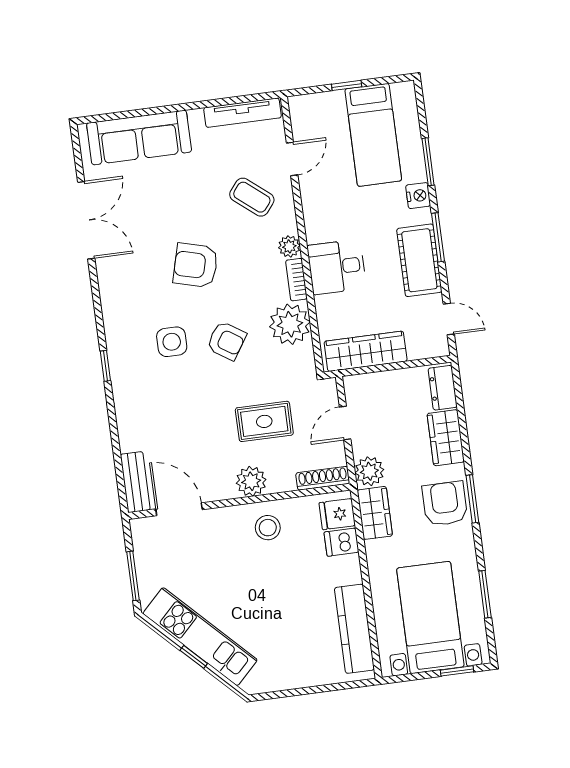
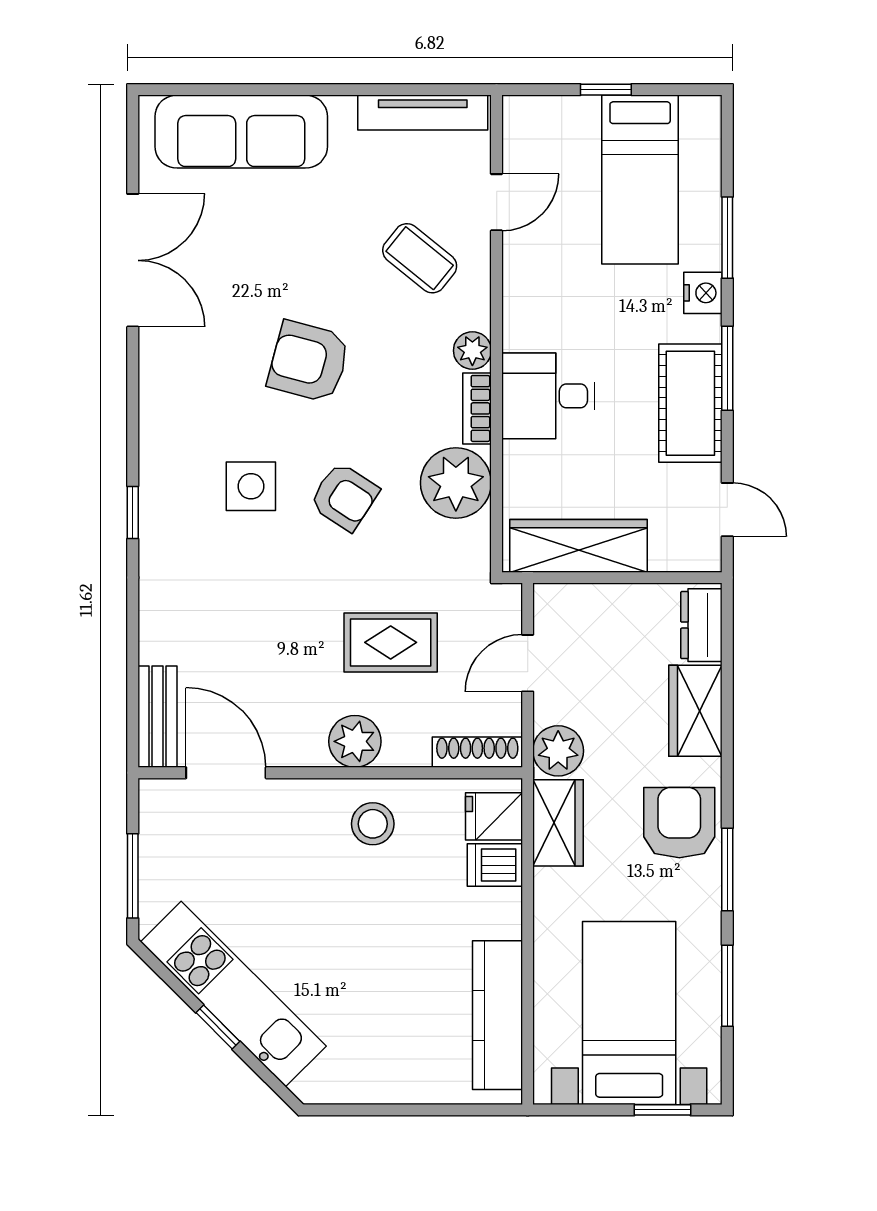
window: (472, 499) -> (727, 870), moved

